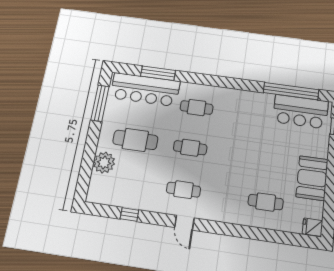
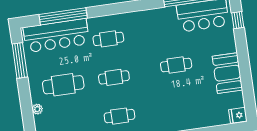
window: (158, 73) -> (63, 16), width x1.46
plant: (104, 163) -> (37, 109), width x0.53, depth x0.53
cafe table: (266, 202) -> (176, 65), moved

